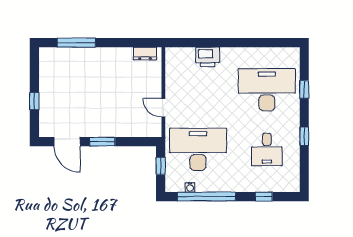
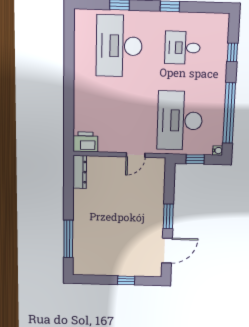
dresser: (145, 54) -> (80, 172), width x1.44
printer: (208, 57) -> (85, 142), moved, turned -90
desk: (267, 149) -> (182, 48), turned 180
water cooler: (190, 187) -> (218, 151), moved

